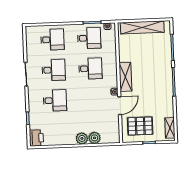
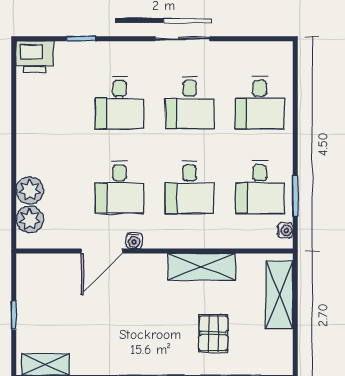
shelving: (142, 27) -> (279, 295), width x0.68
shelving: (125, 77) -> (202, 267), moved
desk: (92, 99) -> (119, 187), added
door: (120, 106) -> (102, 251), hinge flipped
pallet: (140, 126) -> (213, 333), moved, width x0.67, depth x0.71
plant: (82, 138) -> (30, 219), moved

